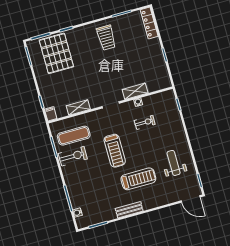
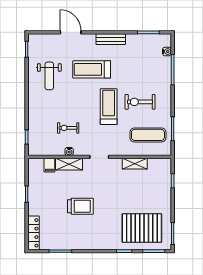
trolley: (106, 38) -> (80, 206), moved, turned 90
pallet: (56, 53) -> (142, 228), turned 90
filing cabinet: (51, 114) -> (49, 165), moved
exercise bike: (73, 156) -> (140, 102), moved
door: (191, 199) -> (71, 32), moved

